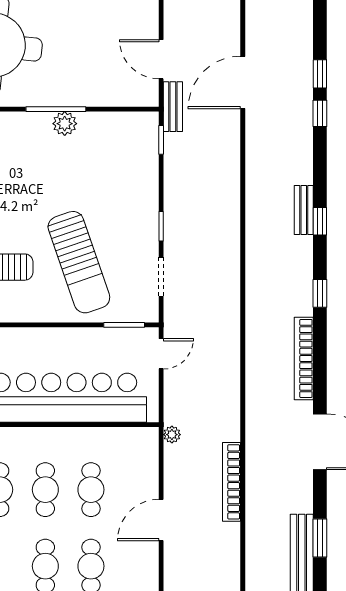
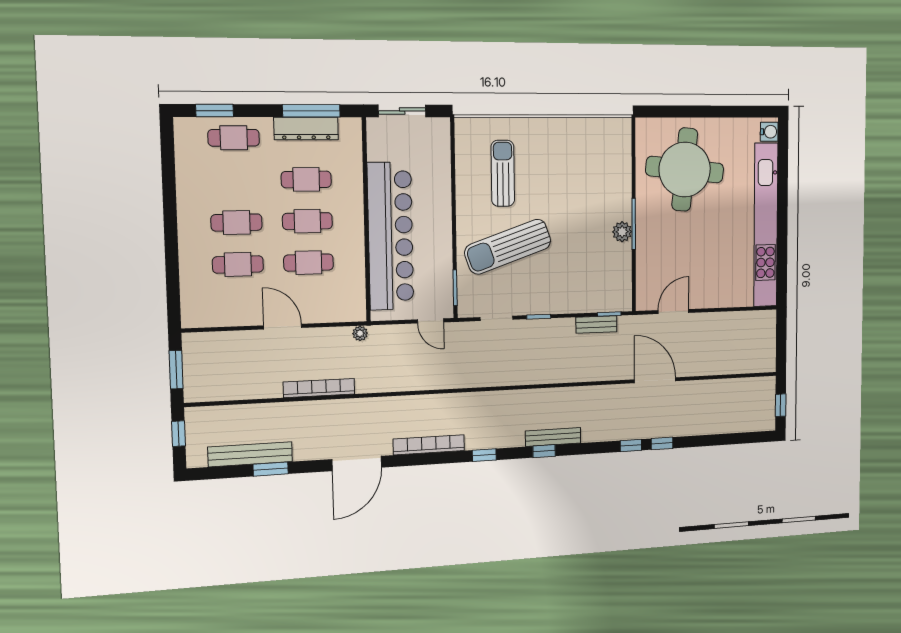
bench: (173, 107) -> (596, 325), moved
bench: (304, 210) -> (553, 437), width x1.36

